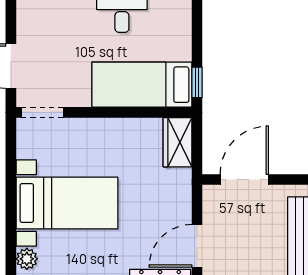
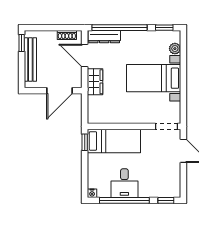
wardrobe: (177, 142) -> (95, 82), moved
door: (197, 246) -> (85, 55), swing flipped

